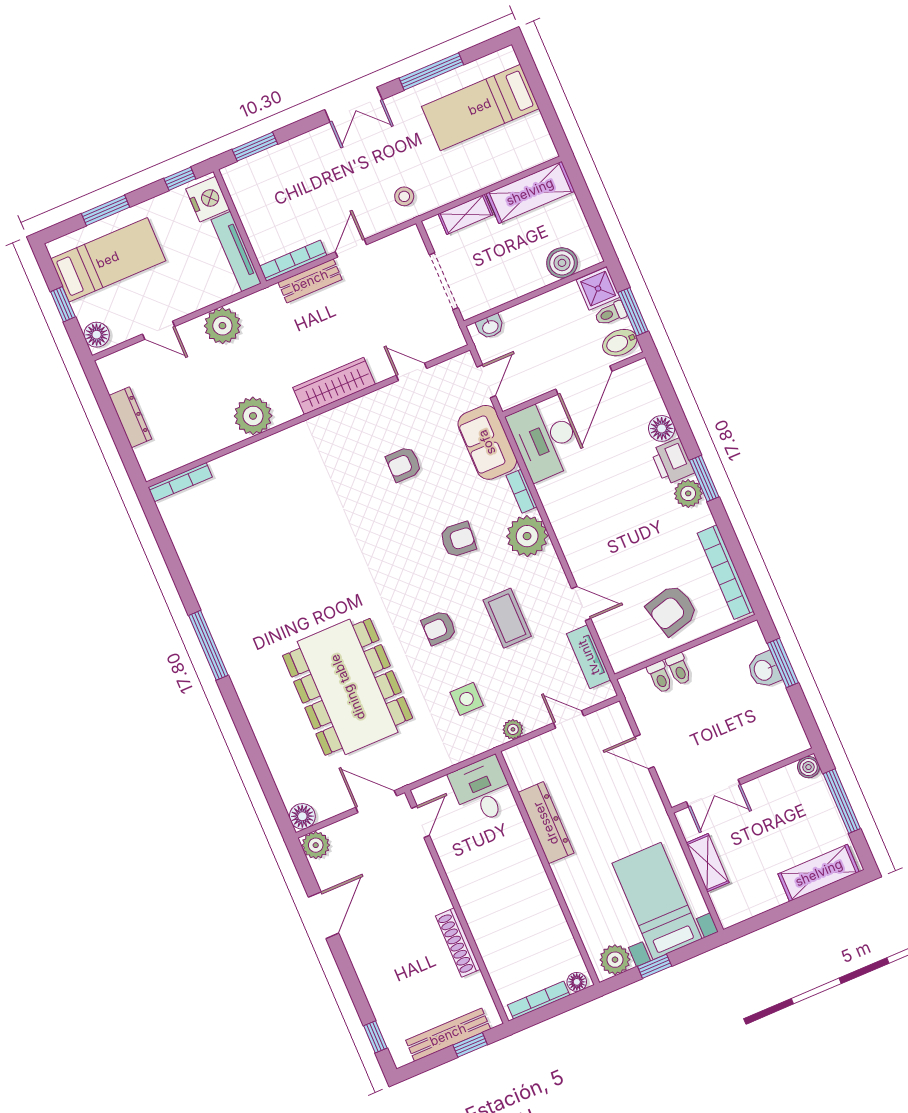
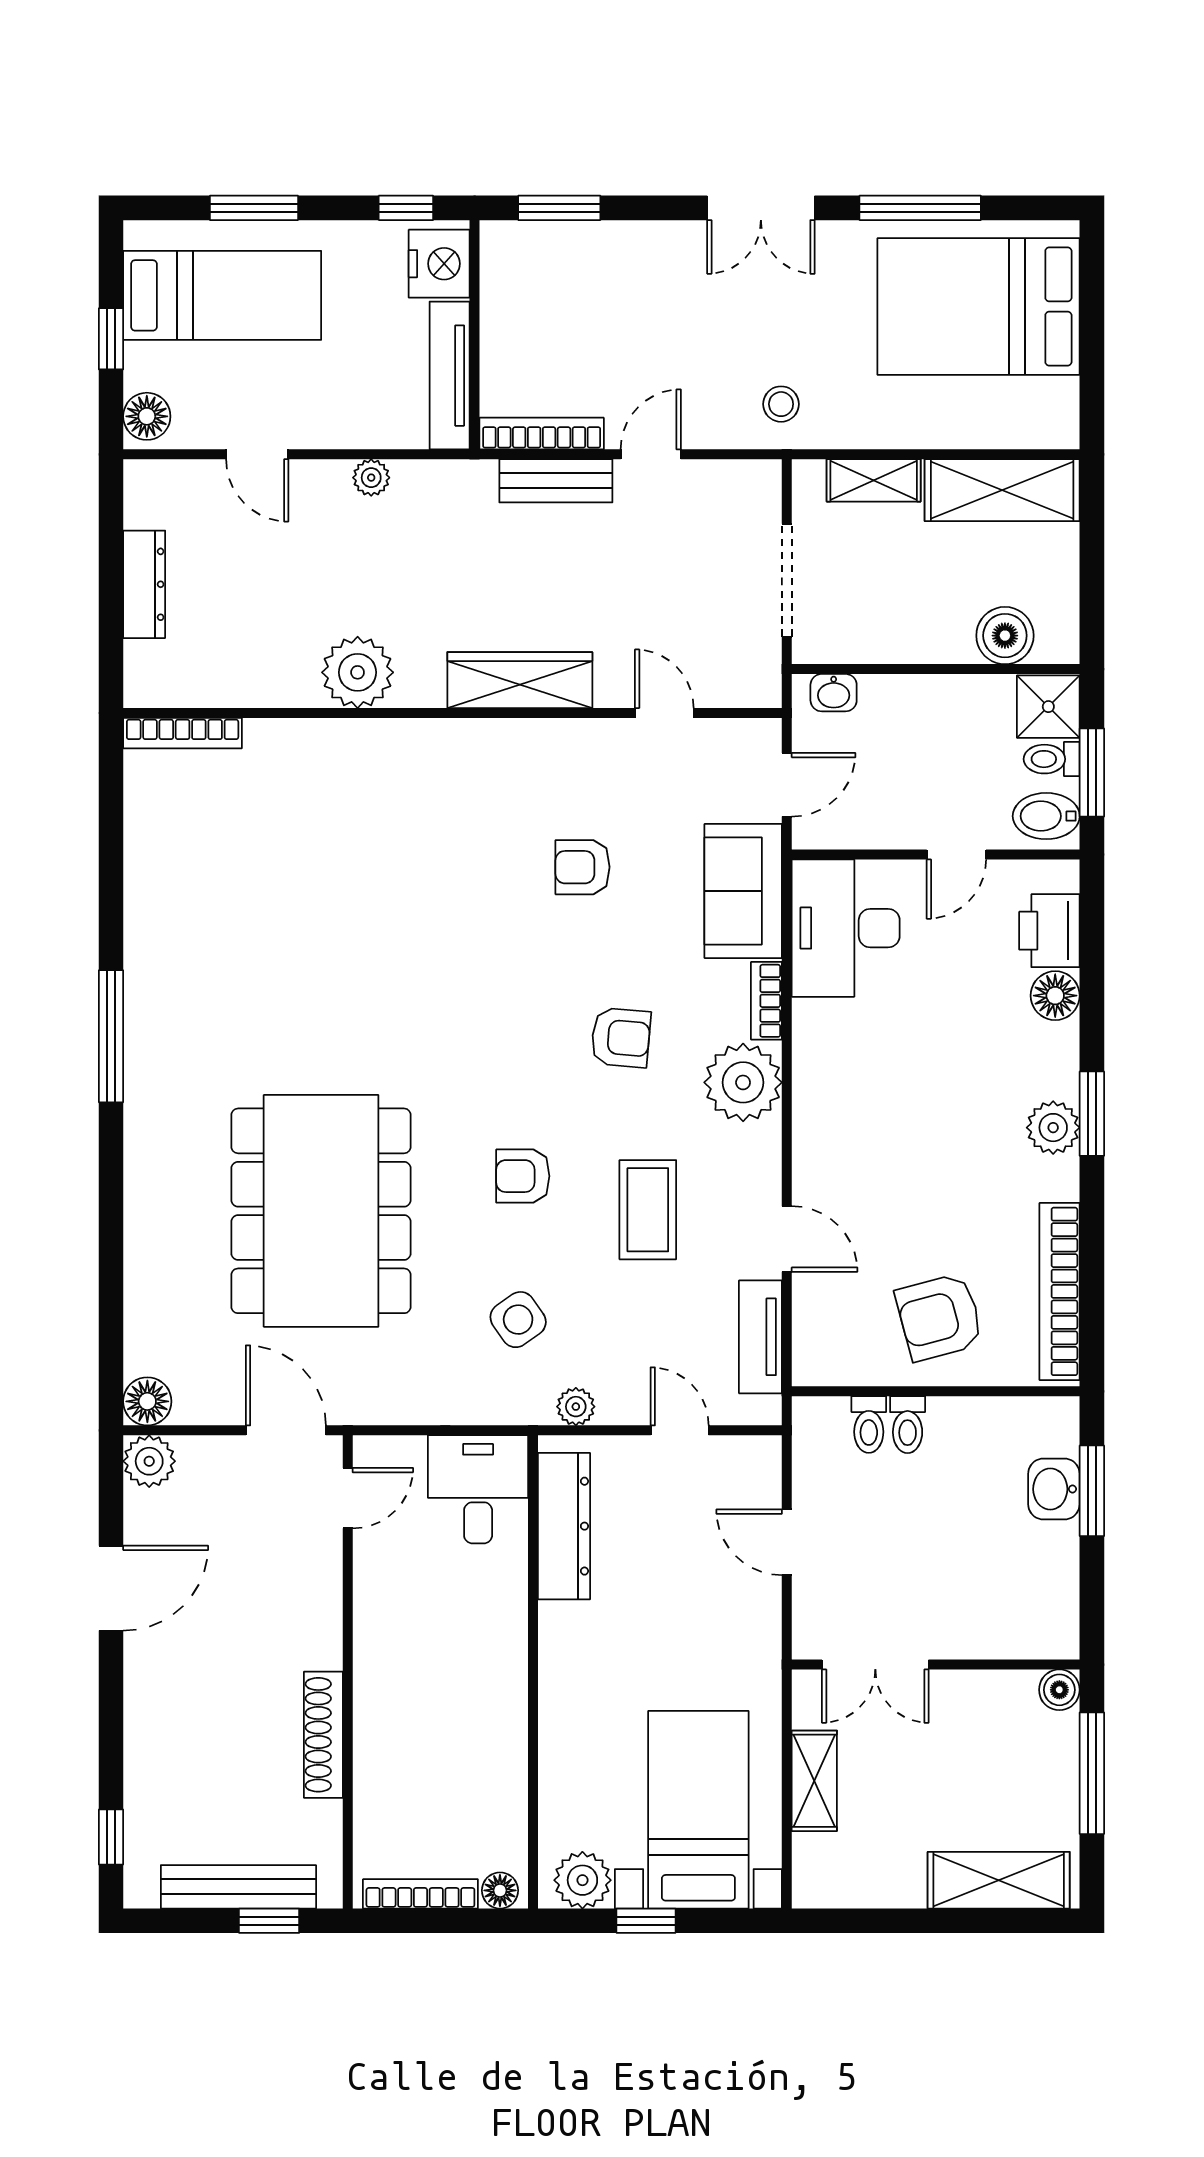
bed: (480, 107) -> (978, 306), width x1.50
plant: (222, 326) -> (371, 478), width x0.53, depth x0.53
door: (584, 380) -> (956, 855), width x0.53
printer: (672, 461) -> (1049, 931), moved
side table: (467, 699) -> (518, 1320), turned -35
dresser: (546, 823) -> (564, 1526), moved

